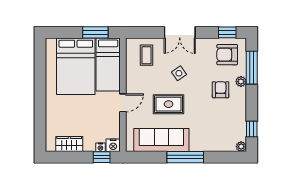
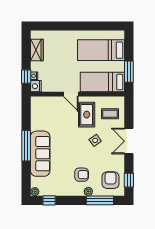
bed: (76, 66) -> (101, 50), width x0.67
rug: (169, 104) -> (87, 115), moved
sofa: (161, 140) -> (40, 154), moved

